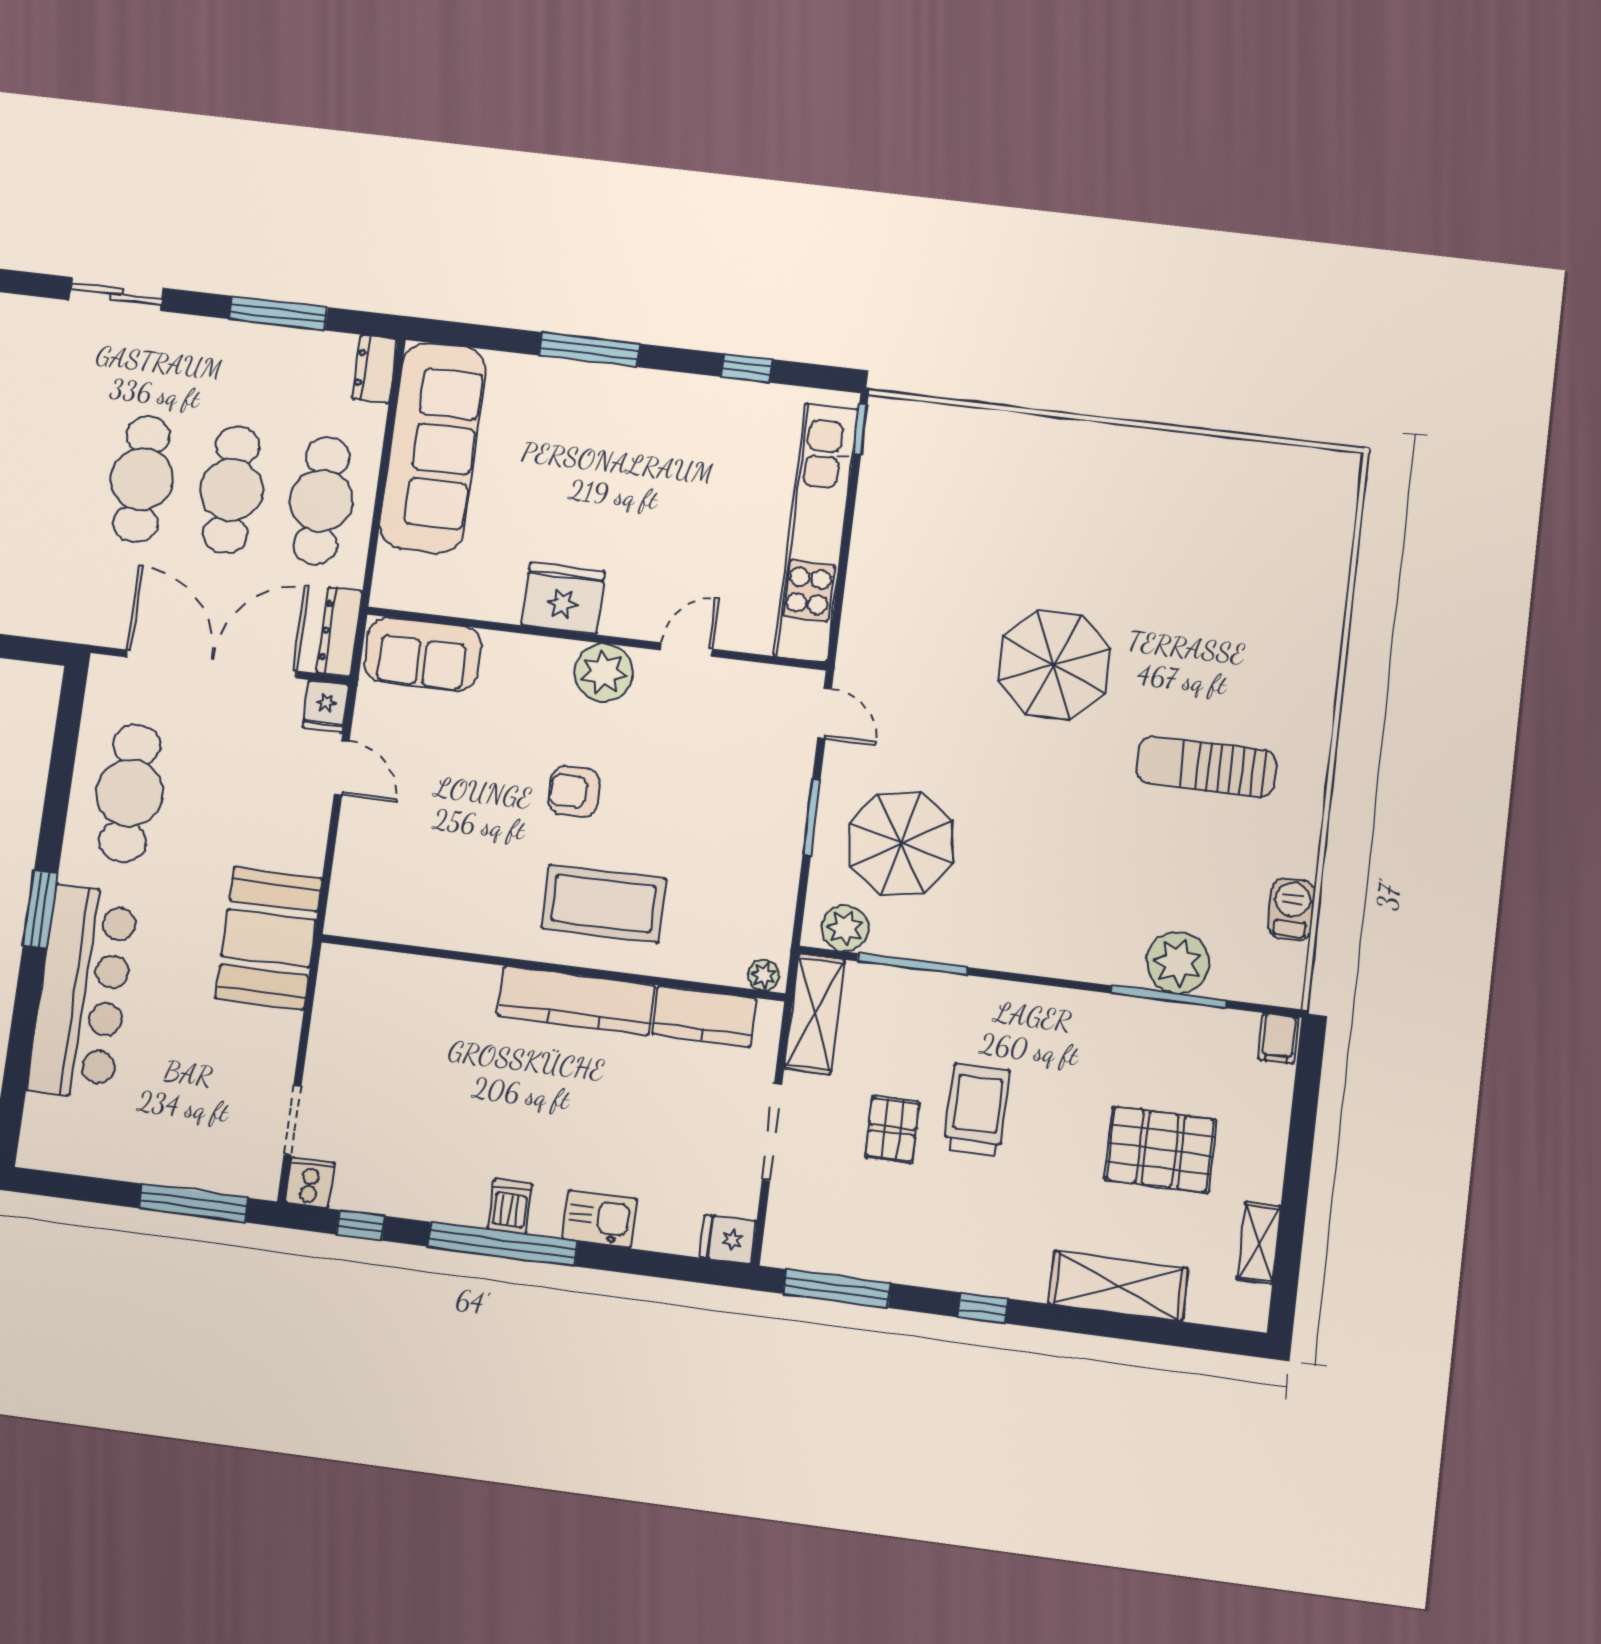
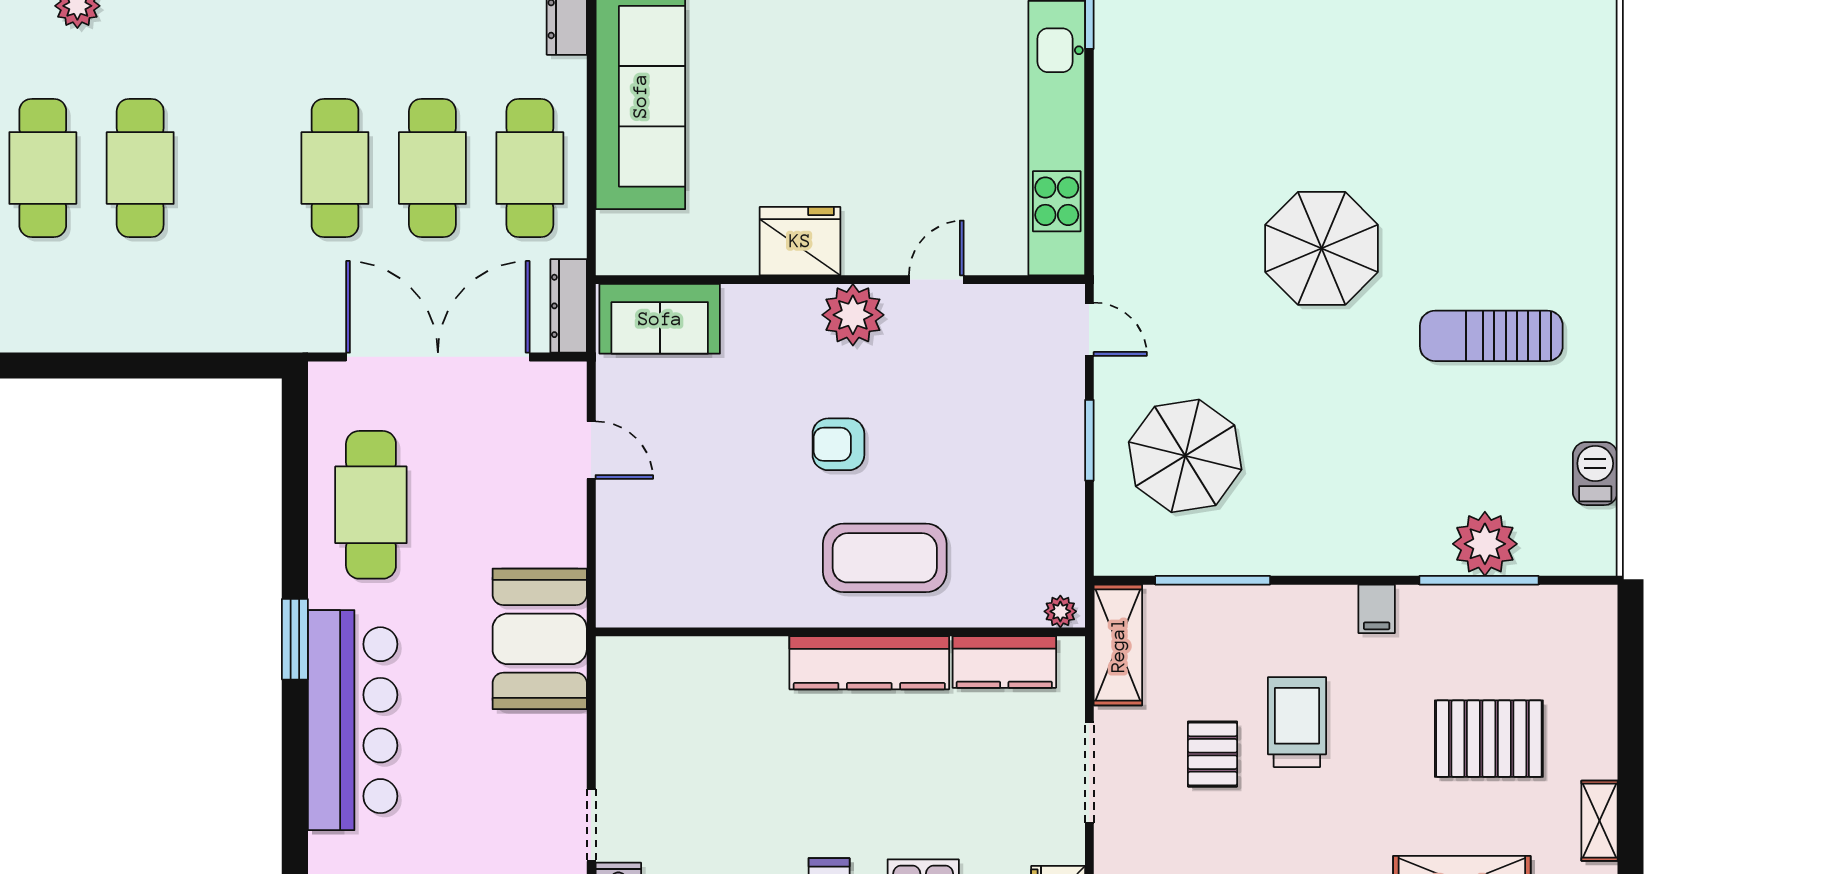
fridge: (326, 706) -> (565, 387), removed
plant: (845, 928) -> (1138, 552), removed
filing cabinet: (1278, 1038) -> (1377, 609), moved

